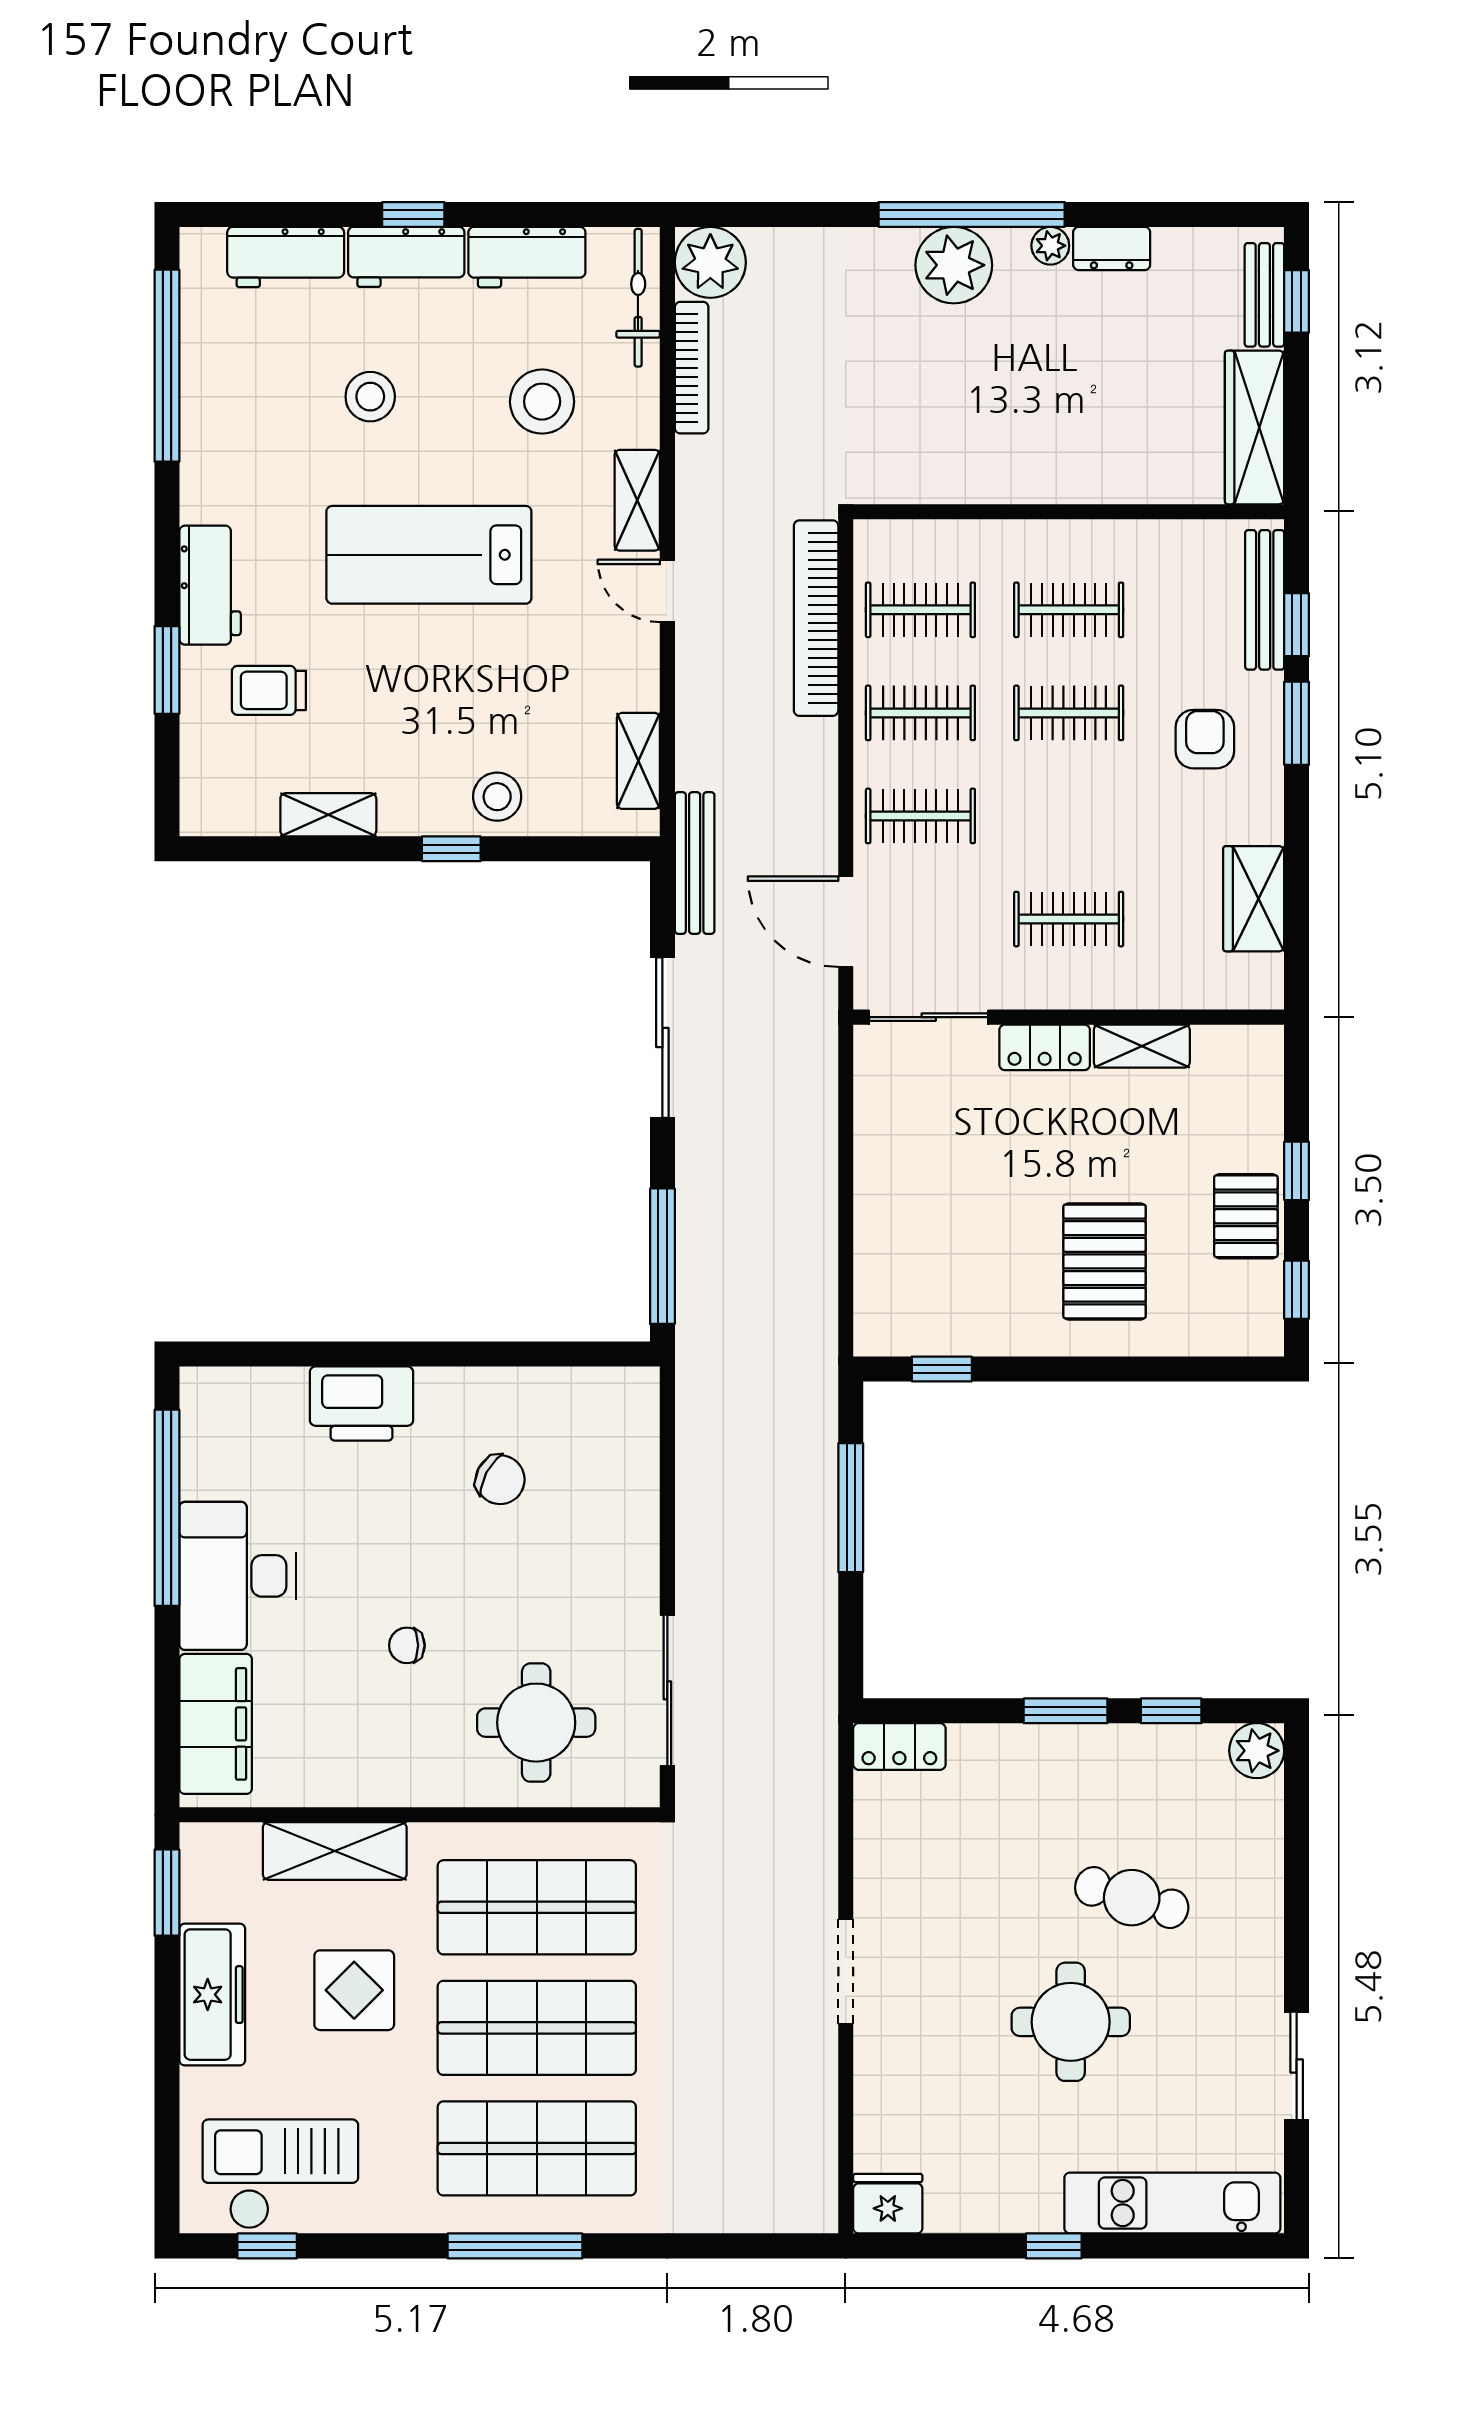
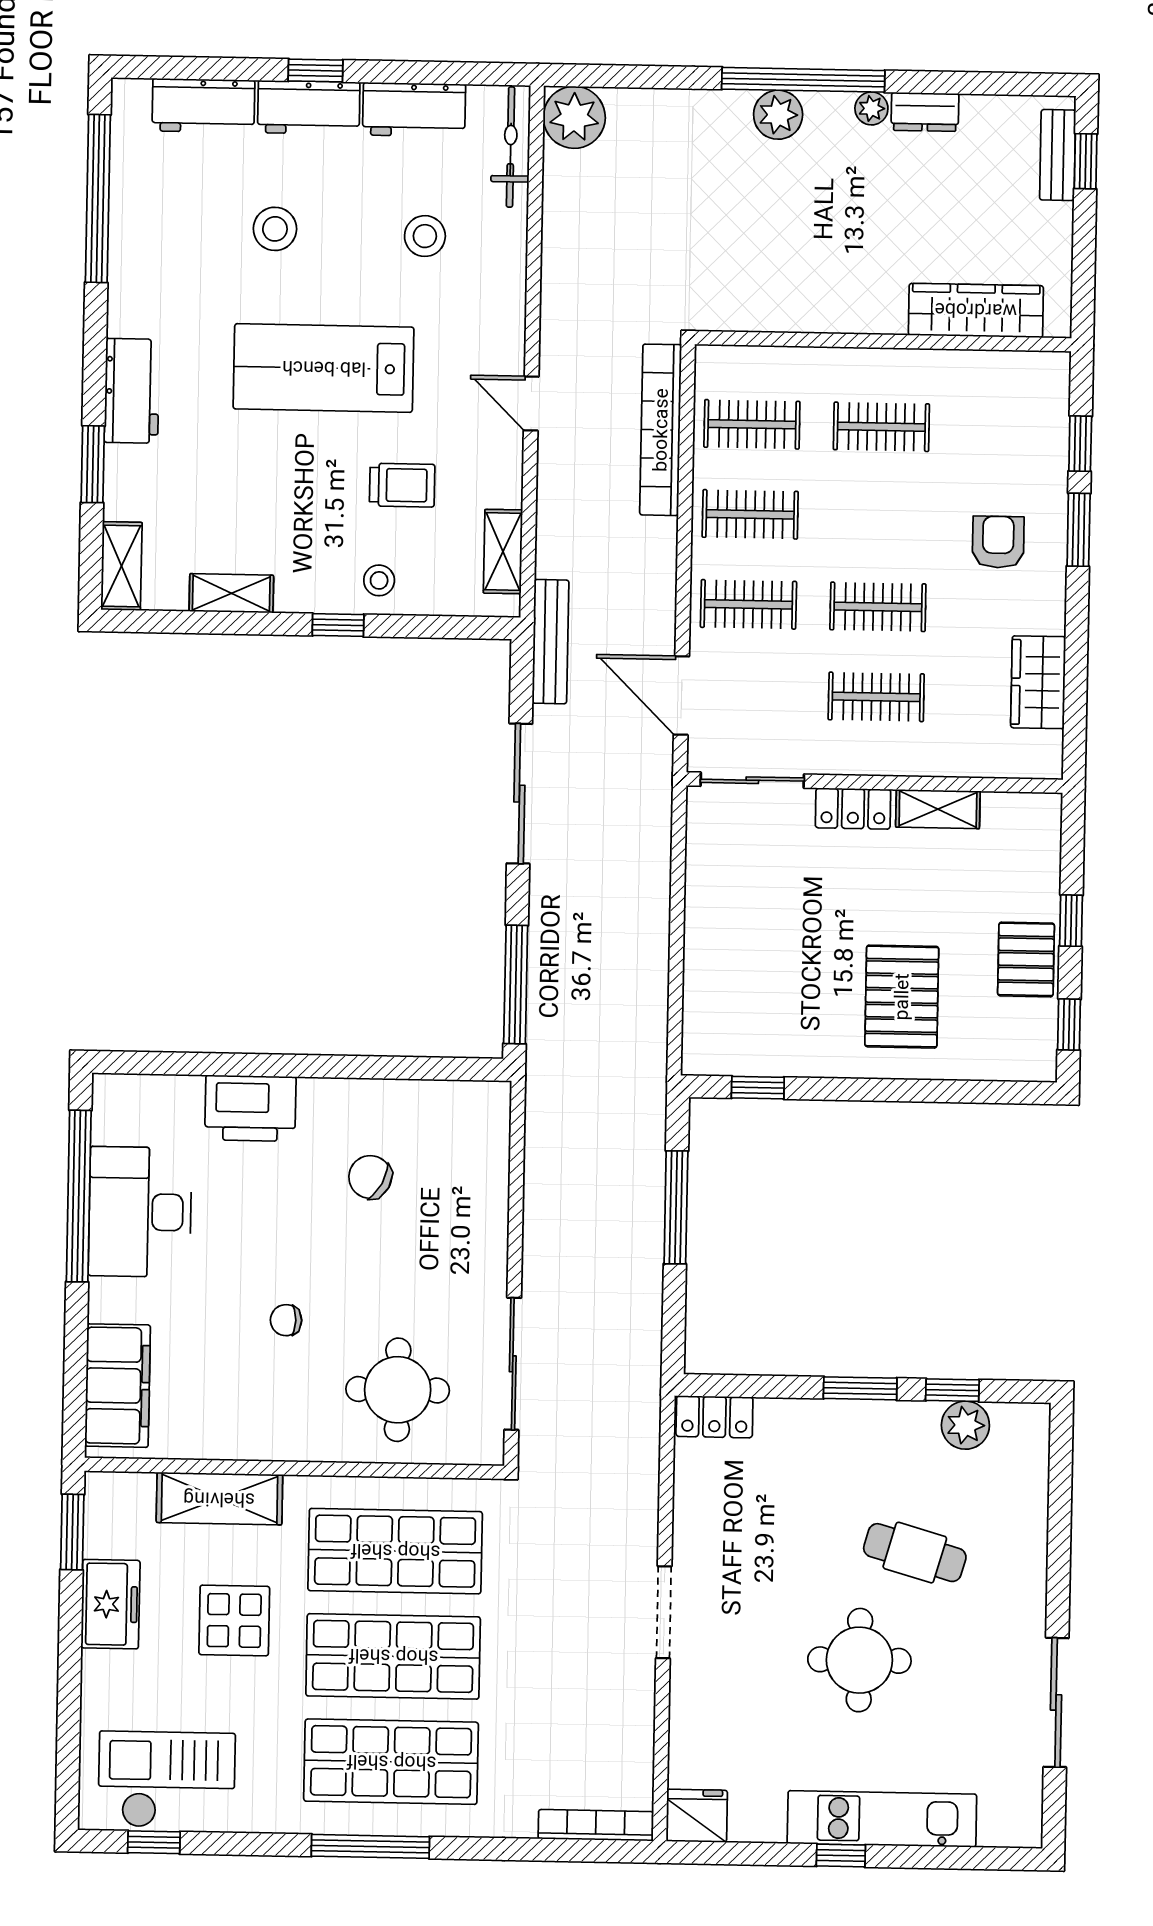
plant: (954, 265) -> (778, 115), width x0.73, depth x0.73
bookcase: (692, 368) -> (596, 1825), moved, turned -90
stool: (542, 402) -> (425, 236), width x0.73, depth x0.73
wardrobe: (1255, 427) -> (976, 310), moved, turned 90
shelving: (637, 500) -> (121, 566), moved
bench: (1265, 600) -> (1053, 421), removed
trolley: (269, 690) -> (402, 485), moved, turned 180
clothes rail: (1069, 713) -> (878, 607), moved
stool: (497, 797) -> (379, 580), width x0.73, depth x0.73
chair: (500, 1480) -> (370, 1177), turned 180
desk: (237, 1576) -> (140, 1212), moved
plant: (1257, 1751) -> (965, 1425), moved
freezer: (212, 1995) -> (110, 1604), width x0.71
sliding door: (1297, 2066) -> (1056, 1702), width x1.37
kitchen unit: (1172, 2203) -> (882, 1819), moved

